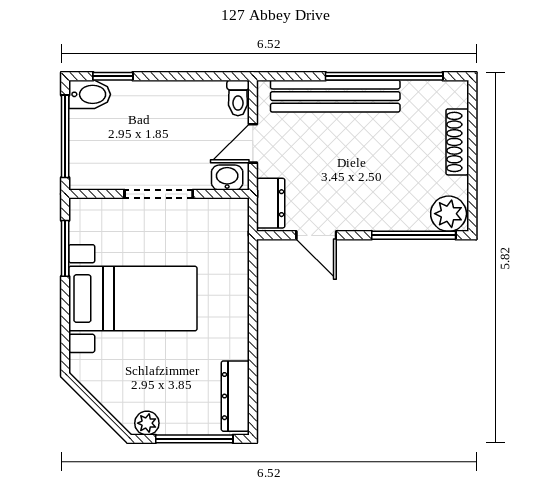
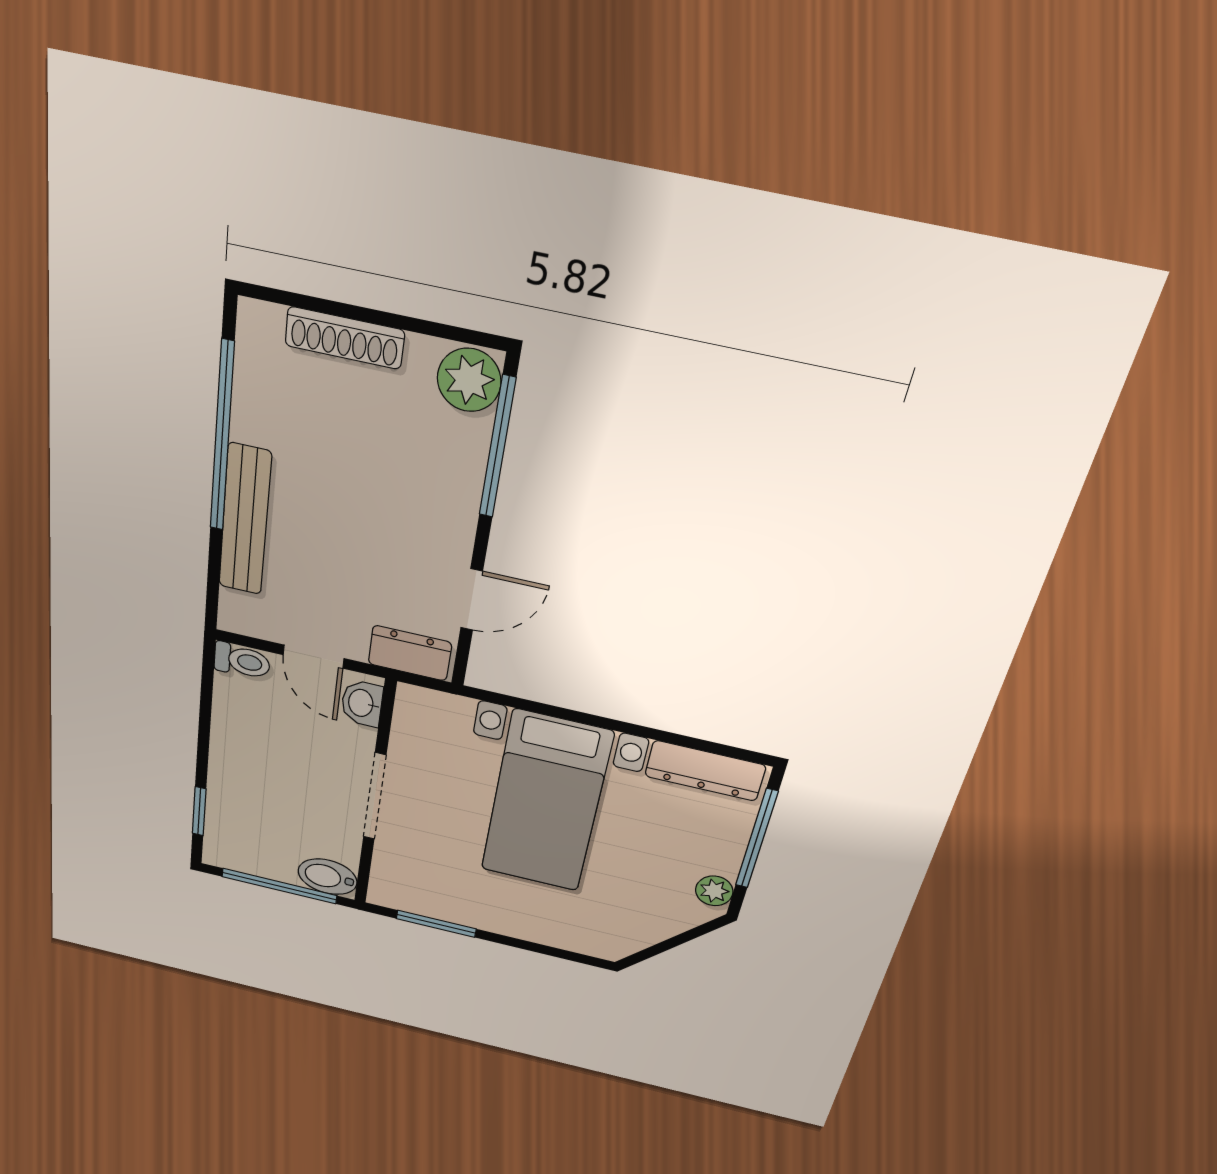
bidet: (90, 94) -> (328, 877), moved, turned -90
bench: (335, 96) -> (245, 520), width x0.73, depth x0.82
bed with nightstands: (133, 299) -> (546, 802), moved, turned 180

